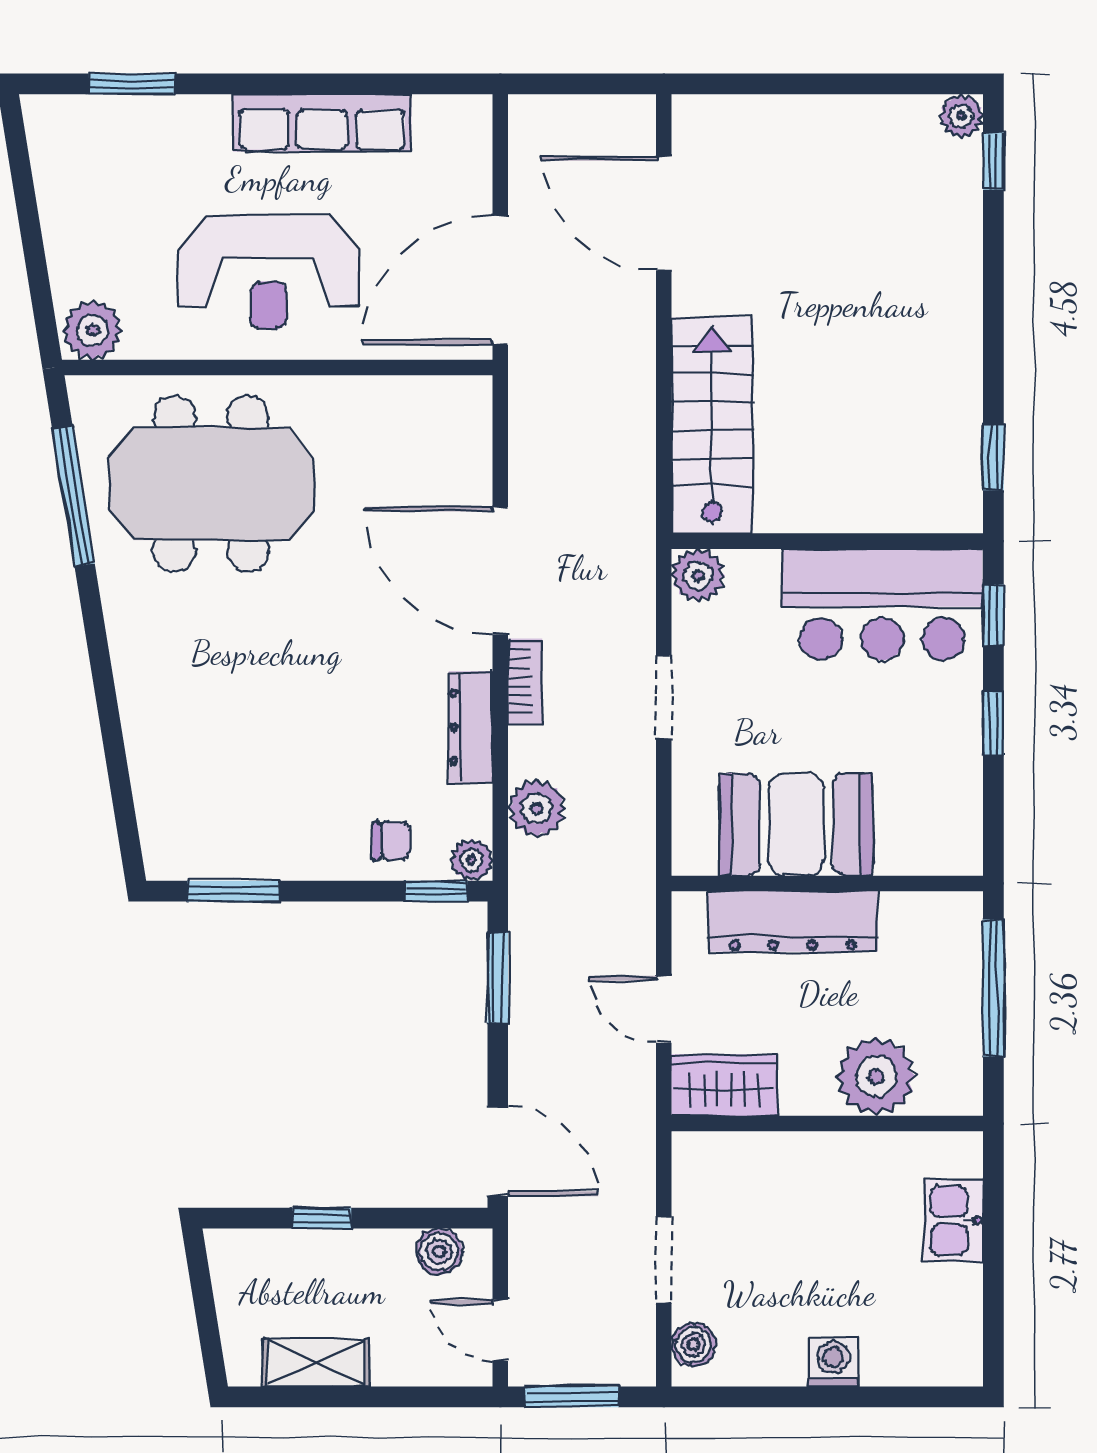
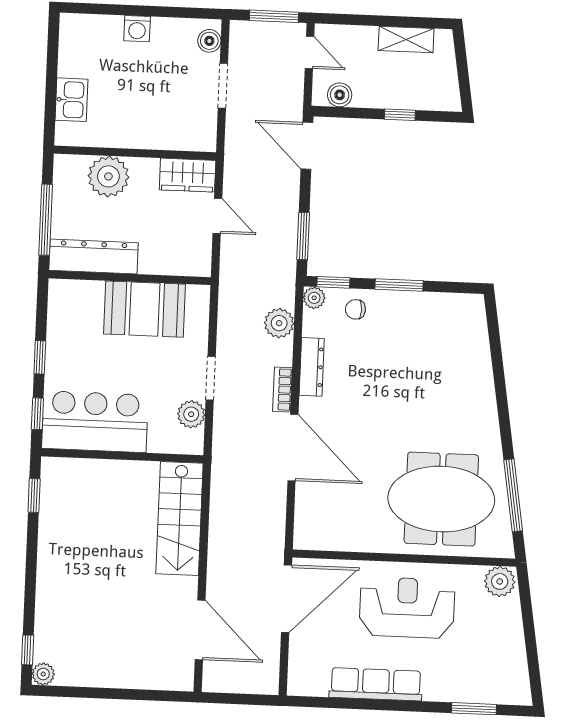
plant: (698, 576) -> (191, 414), moved
window: (233, 891) -> (399, 285), moved
dresser: (793, 921) -> (94, 257), moved

